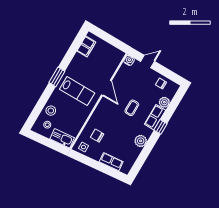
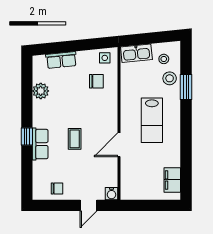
window: (57, 77) -> (186, 87), moved
door: (106, 88) -> (119, 145), hinge flipped
lab bench: (77, 91) -> (152, 120), turned -90
plant: (164, 102) -> (40, 169), removed
plant: (141, 141) -> (41, 91), moved

